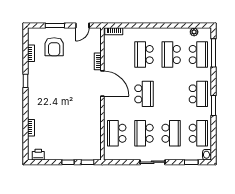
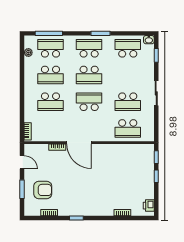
door: (102, 84) -> (79, 143), swing flipped
school desk: (171, 133) -> (89, 75), moved, turned 180

